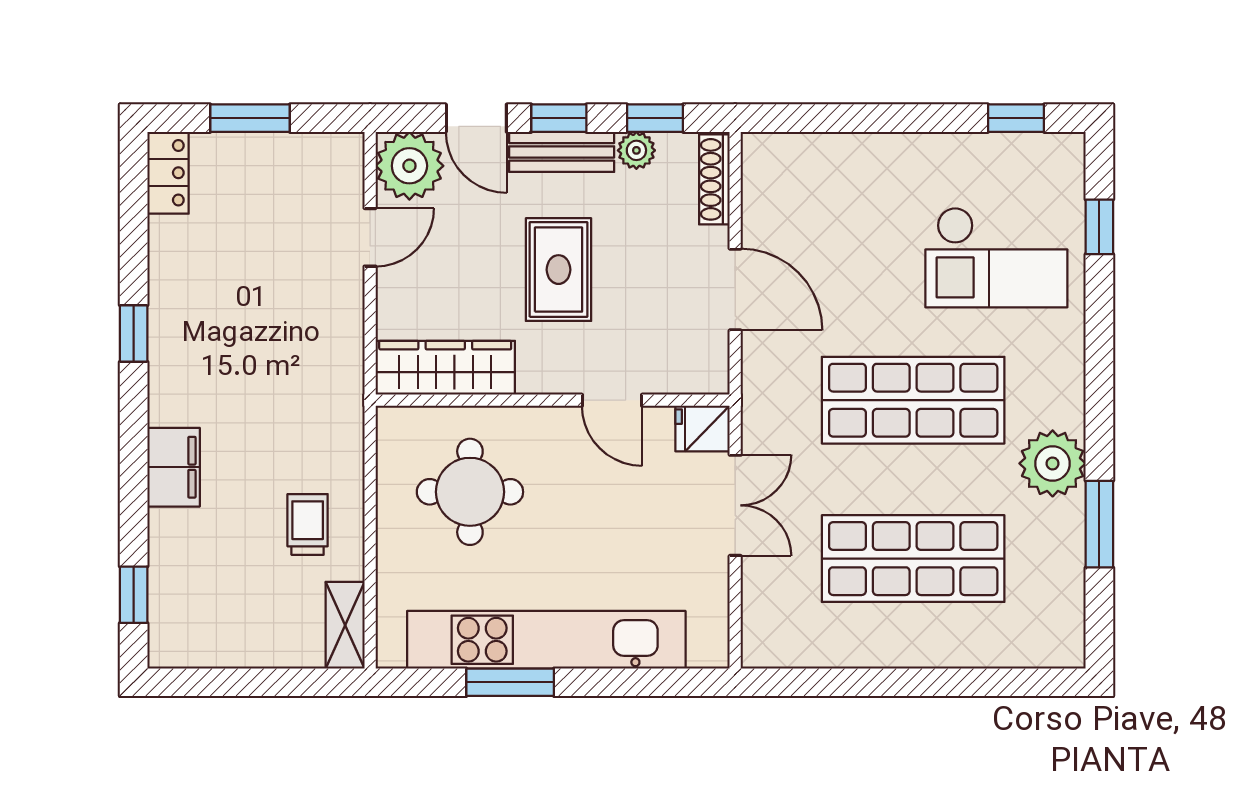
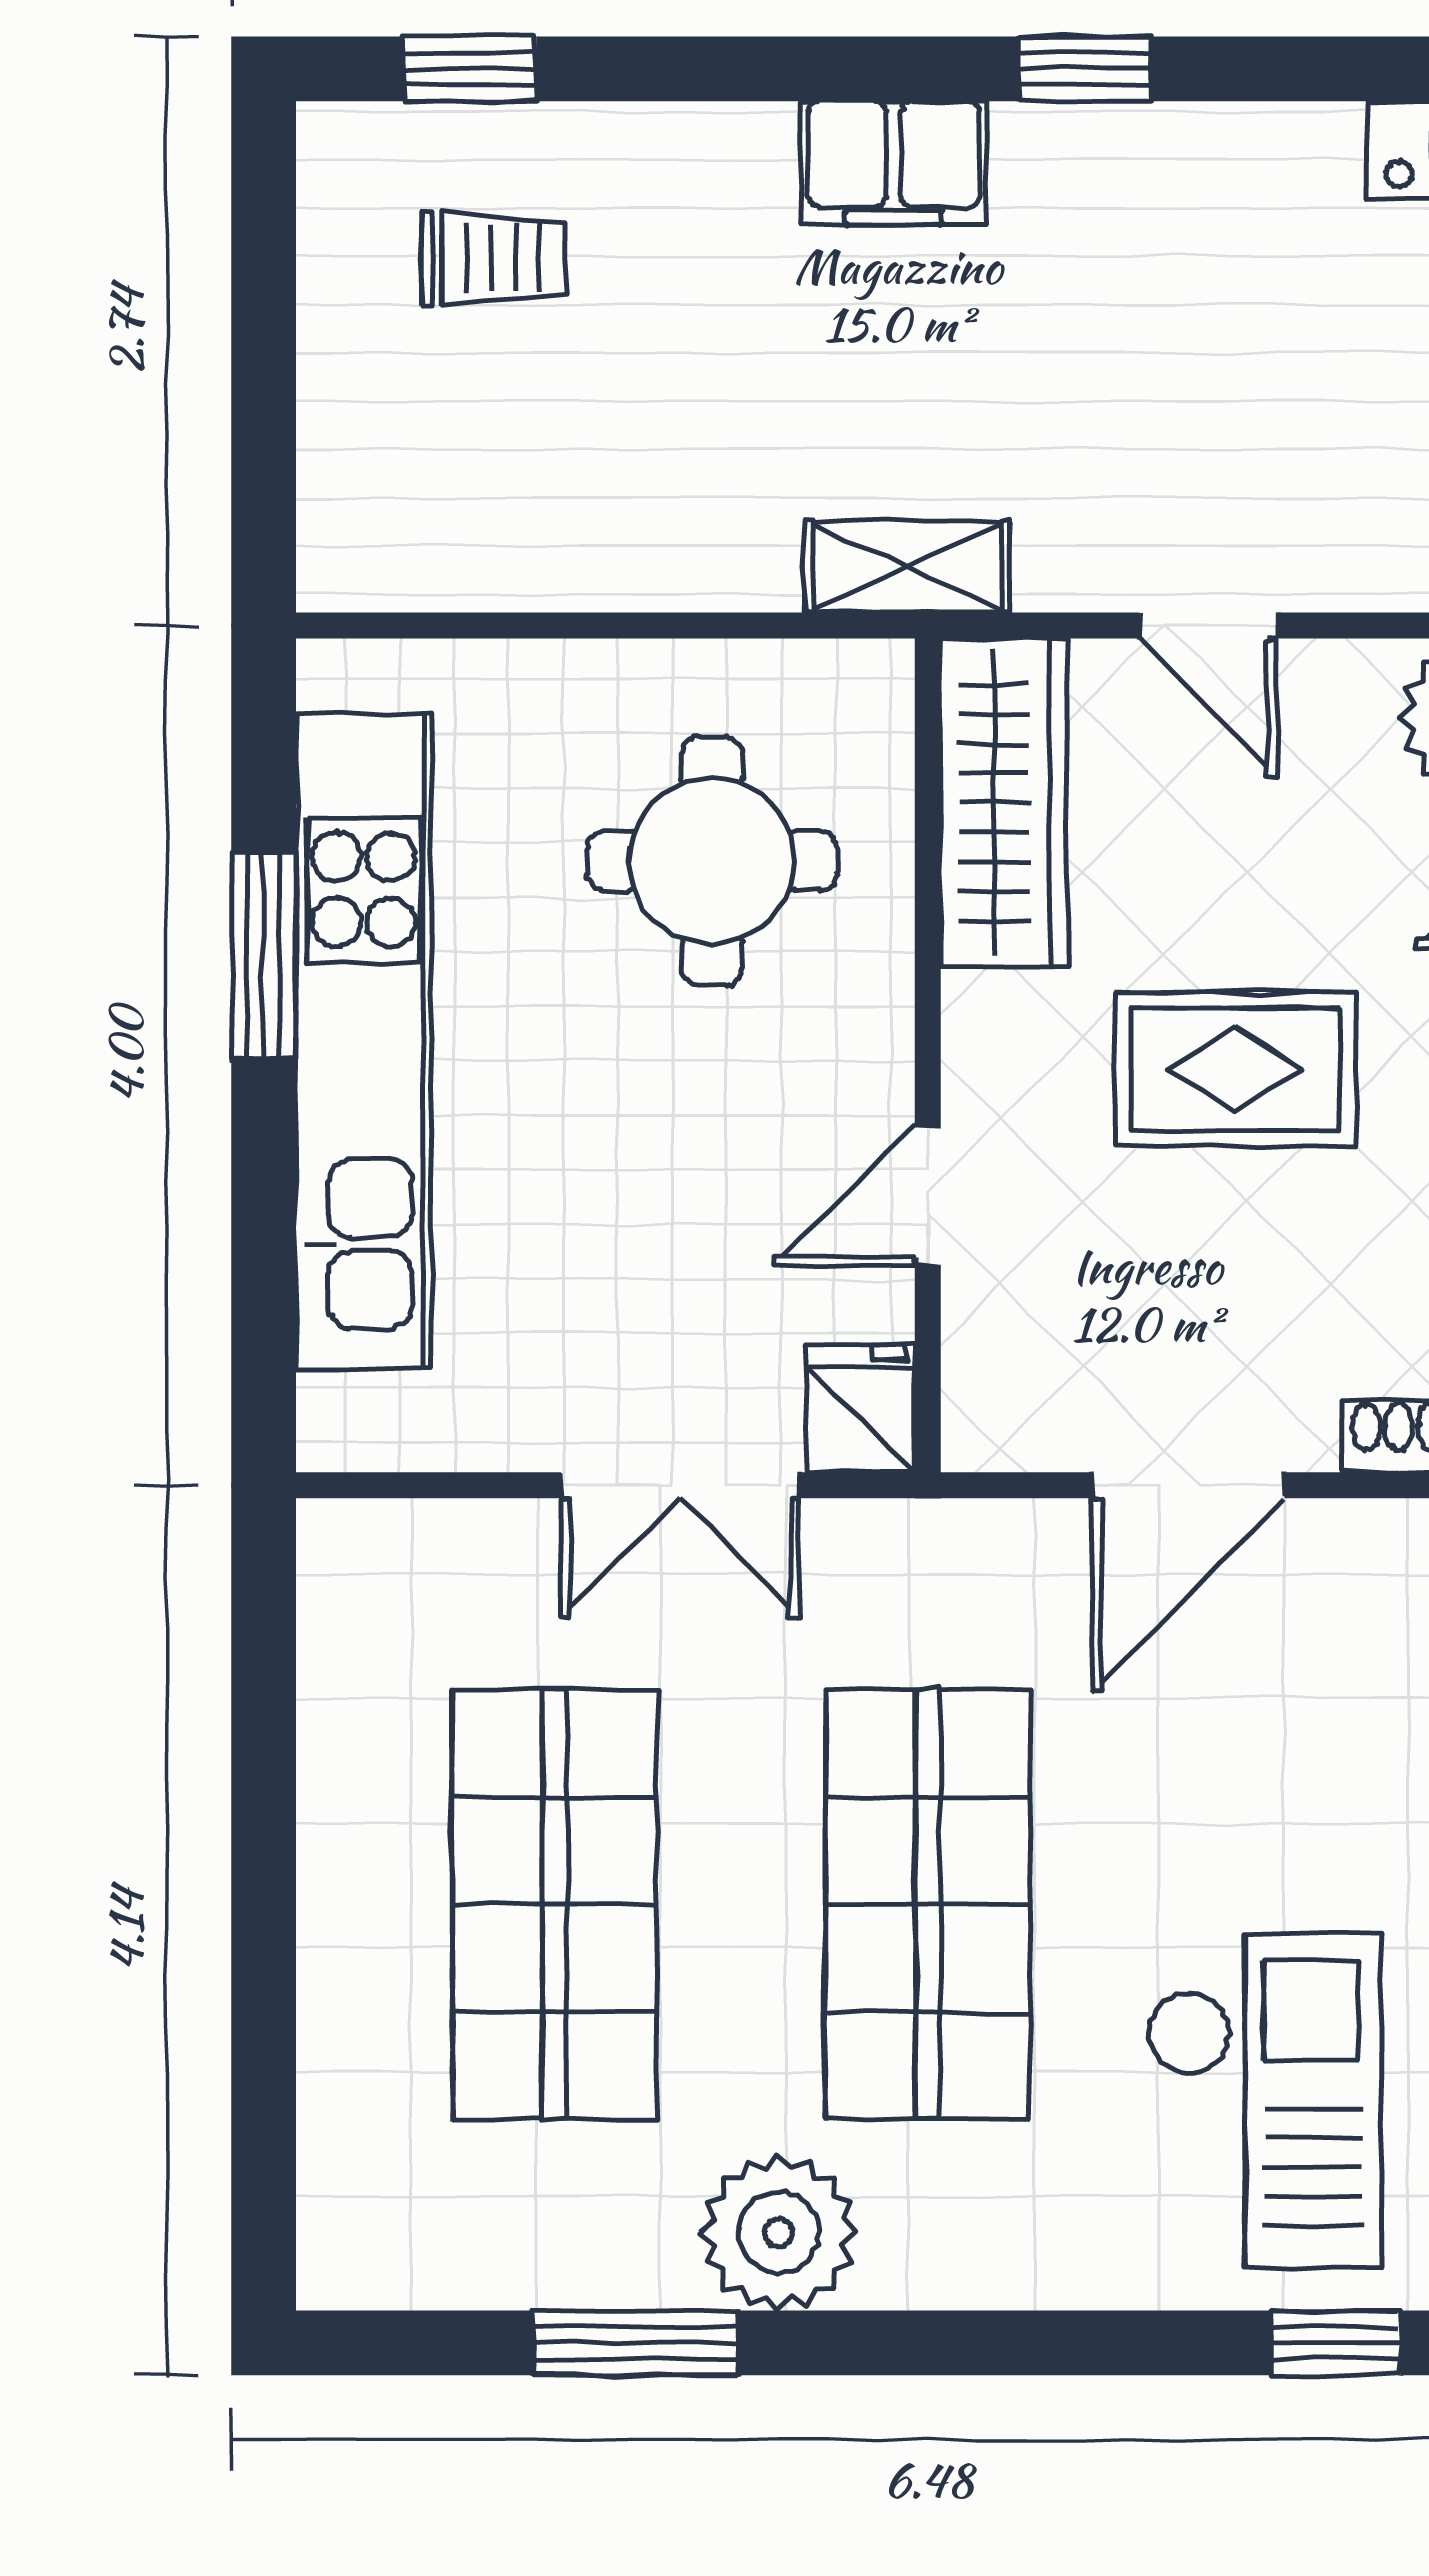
door: (370, 237) -> (1208, 625), moved
checkout: (996, 257) -> (1264, 2100), turned 180
filing cabinet: (174, 467) -> (894, 163), moved
trolley: (308, 524) -> (493, 258), moved
shelving: (345, 625) -> (907, 567), moved

